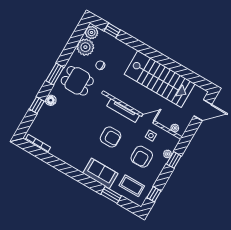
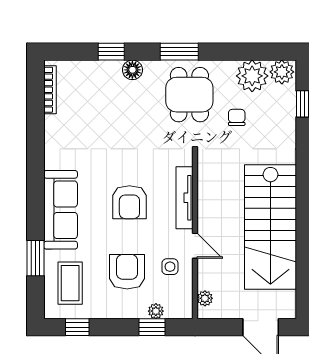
armchair: (142, 157) -> (127, 272), turned 90
sofa: (100, 173) -> (61, 210), width x1.36

